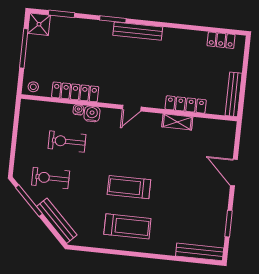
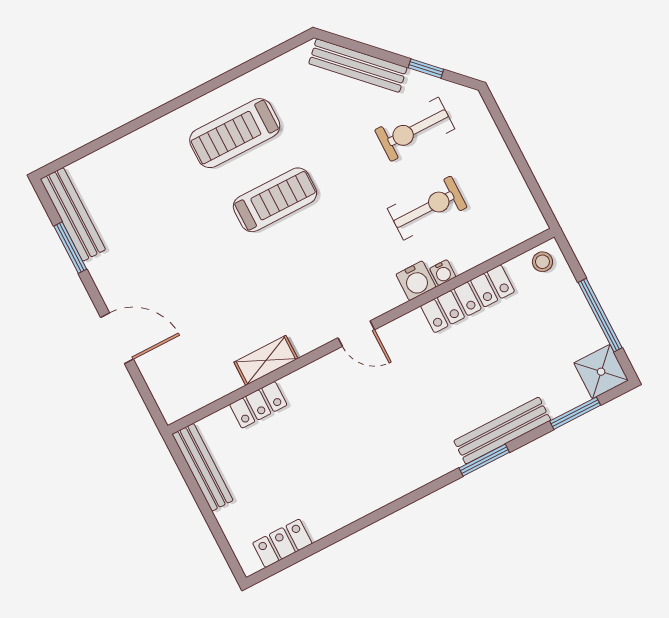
bench: (138, 31) -> (502, 431), moved
locker: (186, 104) -> (258, 405), width x0.66
door: (132, 108) -> (356, 334), swing flipped
exercise bike: (51, 178) -> (415, 129), turned 180
window: (29, 201) -> (426, 68), width x0.46
bench: (200, 252) -> (73, 214), moved, turned 90

